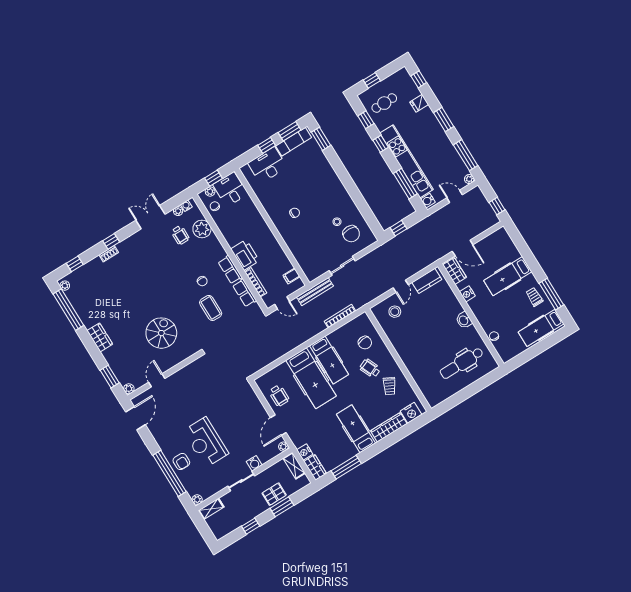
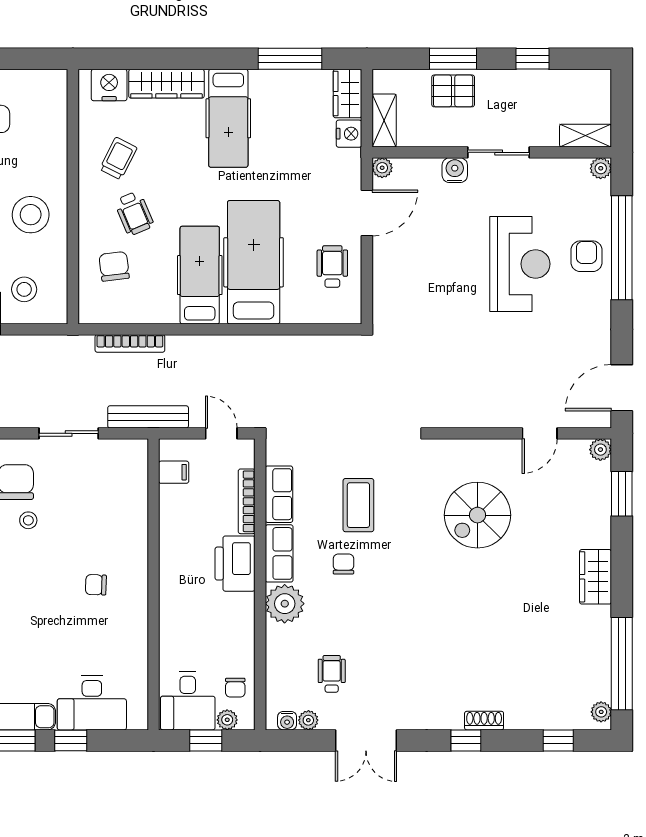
plant: (202, 229) -> (285, 604), moved
stool: (410, 343) -> (31, 215), added

